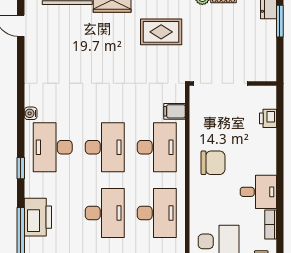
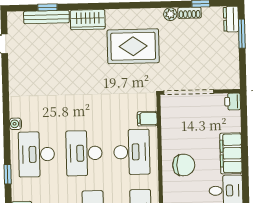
rug: (161, 32) -> (133, 46), width x1.36, depth x1.43
printer: (268, 118) -> (233, 102), moved
desk: (105, 147) -> (84, 153), turned 180
filing cabinet: (265, 151) -> (231, 153), added

